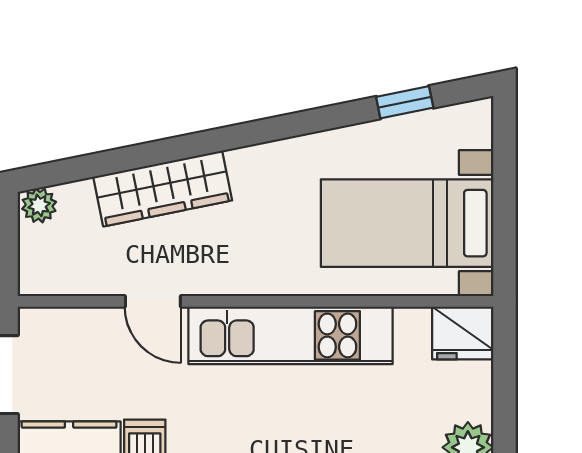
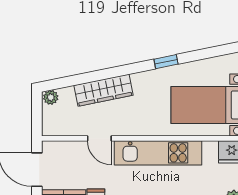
window: (405, 102) -> (166, 62), moved

